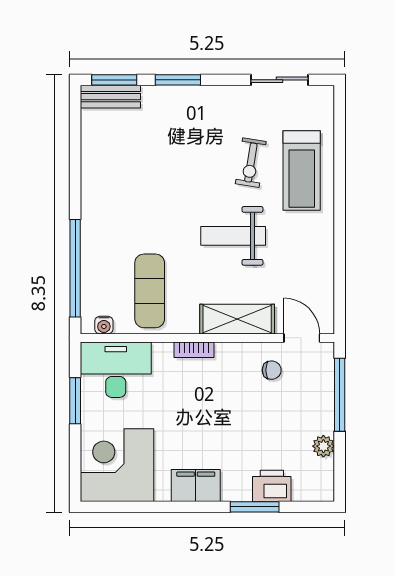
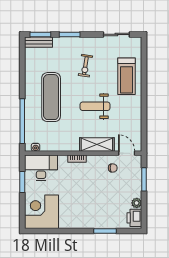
exercise bike: (251, 163) -> (85, 66), moved
exercise mat: (150, 291) -> (51, 97), moved, width x1.36, depth x1.45
window: (340, 395) -> (144, 179), width x0.69
filing cabinet: (196, 485) -> (78, 221), removed
printer: (272, 486) -> (134, 218), moved, turned -90

